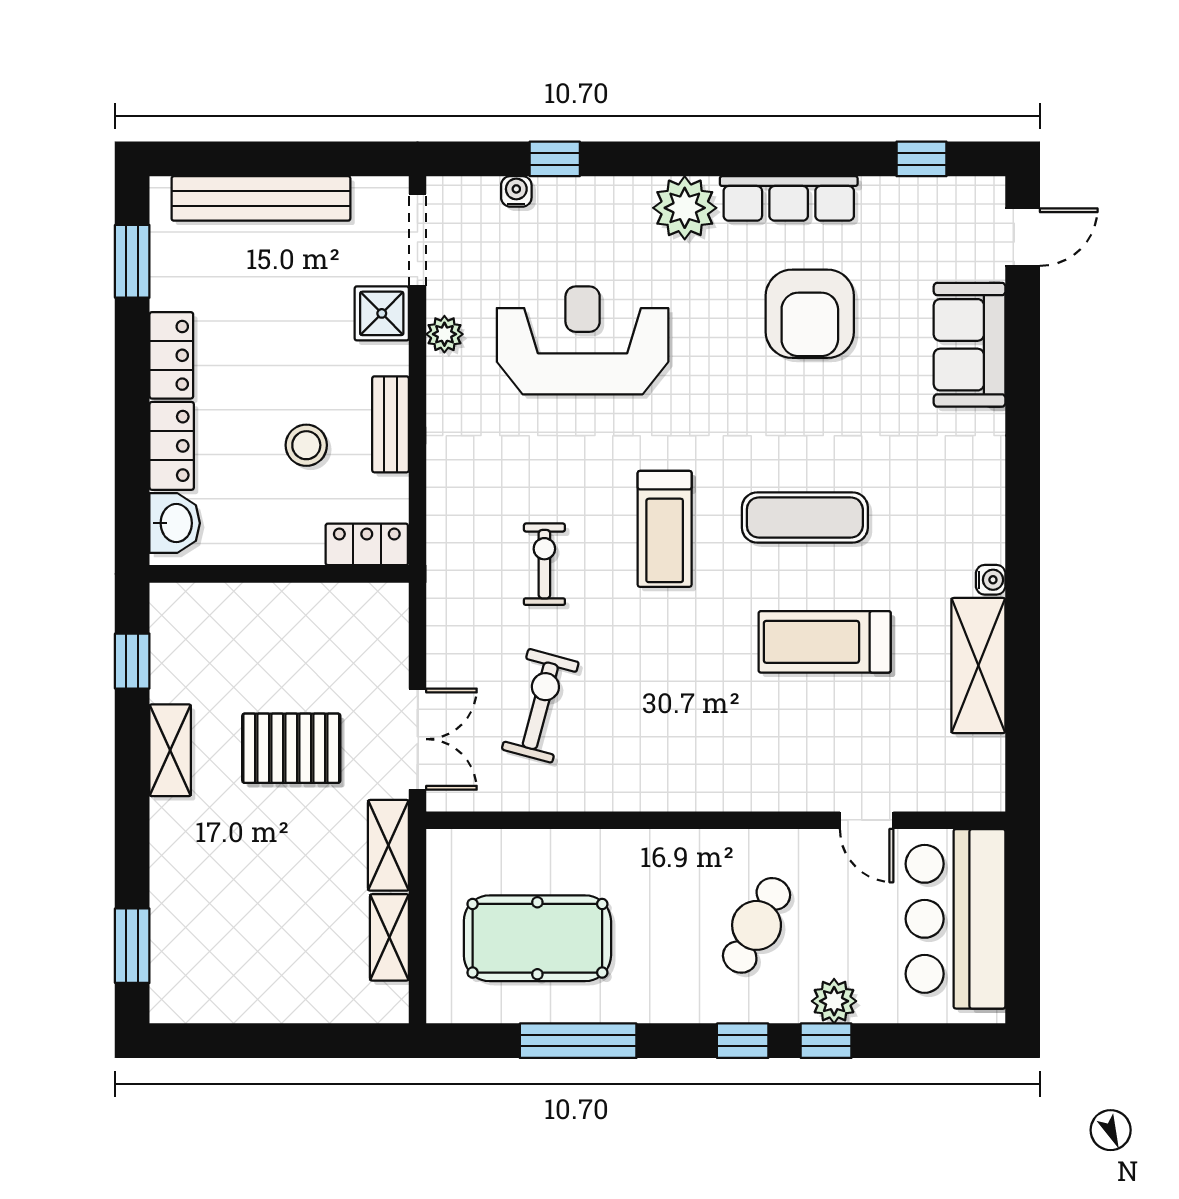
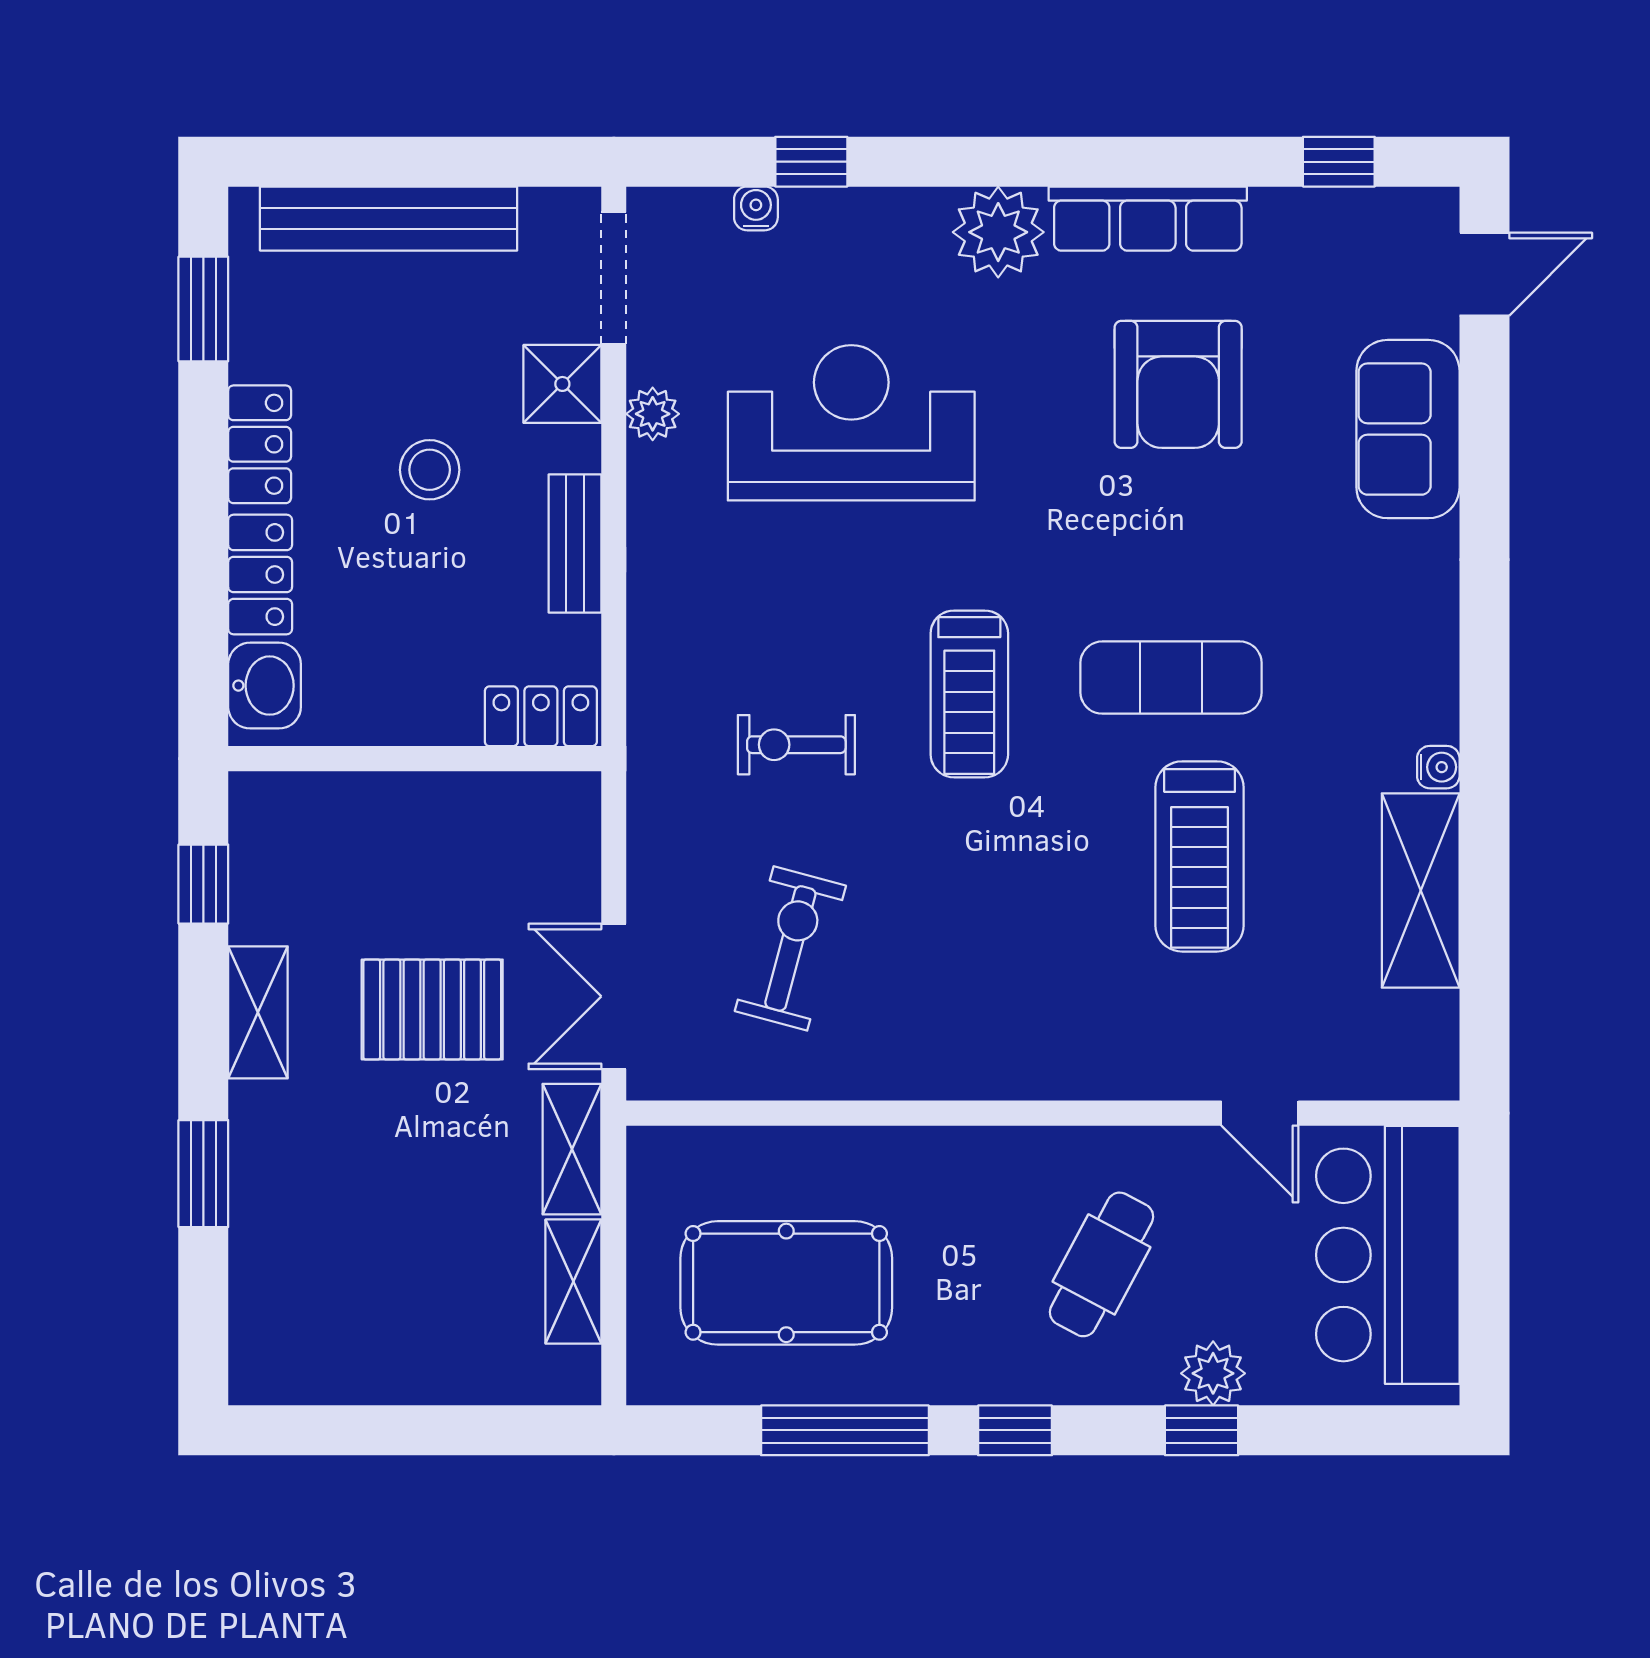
stool: (306, 445) -> (430, 470), moved
exercise bike: (544, 564) -> (796, 745), turned -90
treadmill: (825, 642) -> (1200, 856), turned -90
double door: (417, 739) -> (614, 996), swing flipped
window: (132, 946) -> (203, 1174), moved
window: (743, 1041) -> (1015, 1430), moved

